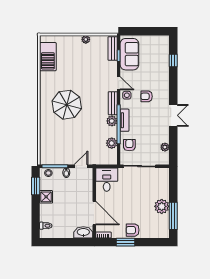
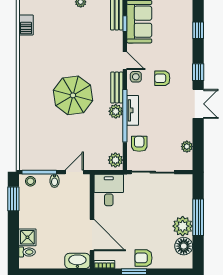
barbecue: (48, 57) -> (26, 25), width x0.53, depth x0.65
window: (173, 92) -> (198, 72), added
parasol: (67, 105) -> (73, 95), moved
plant: (112, 143) -> (115, 160), moved
shower: (46, 197) -> (27, 237), moved
window: (173, 216) -> (198, 217), moved
floor lamp: (163, 221) -> (184, 246), added

